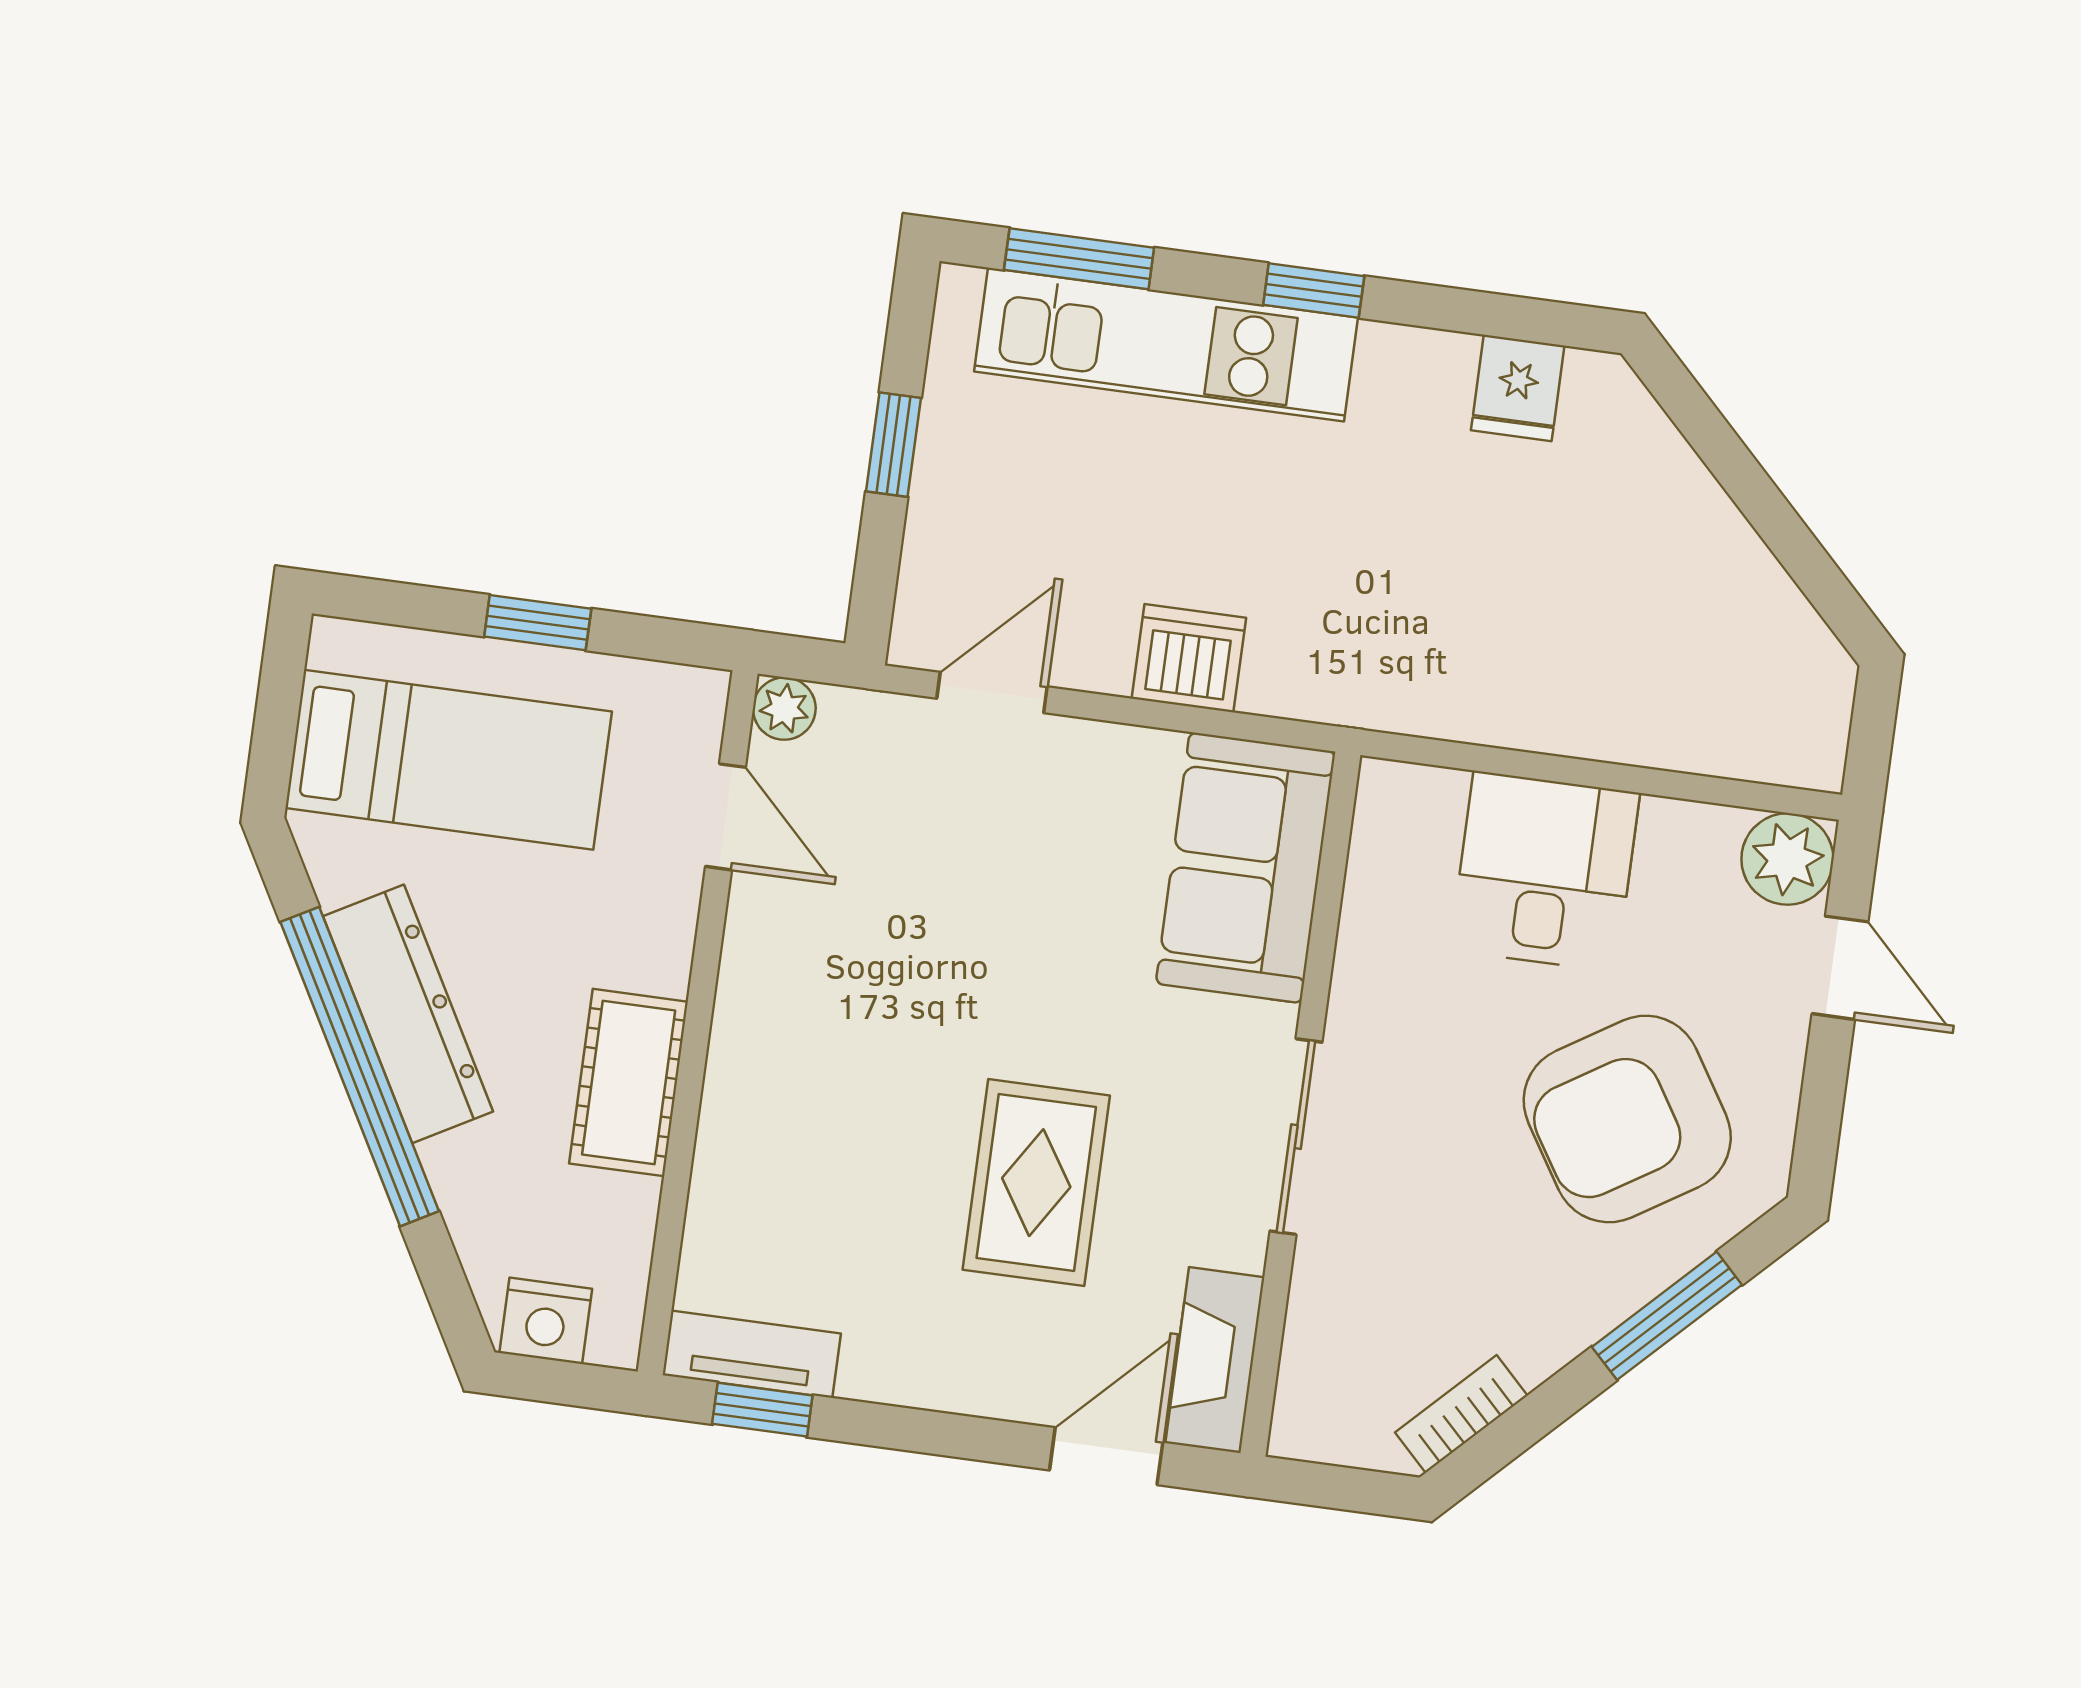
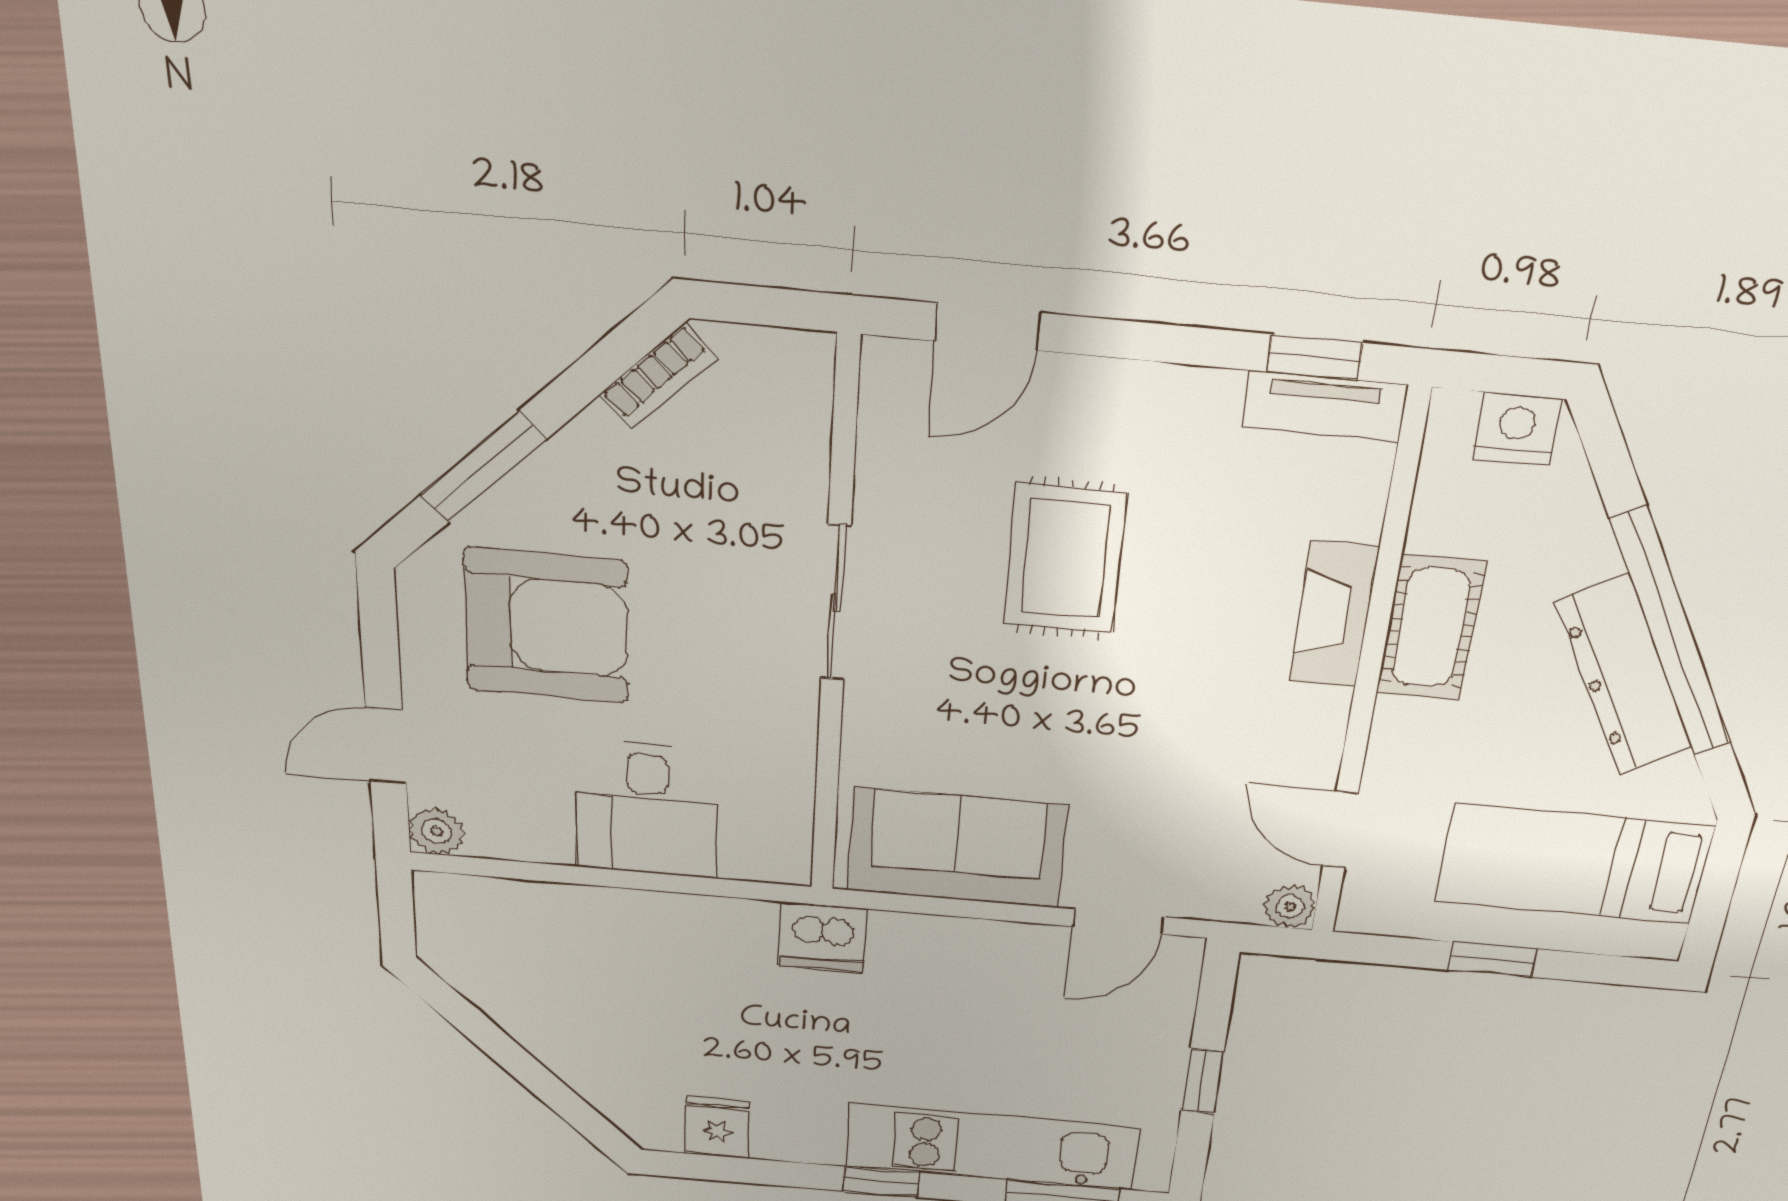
dishwasher: (1189, 658) -> (822, 937), moved
plant: (1787, 859) -> (437, 831), width x0.73, depth x0.73
sofa: (1246, 868) -> (957, 848), moved, turned -90
door: (1840, 968) -> (386, 746), hinge flipped
armchair: (1627, 1119) -> (546, 626), turned 32
fireplace: (1215, 1360) -> (1334, 615), moved, turned 180

